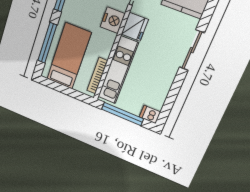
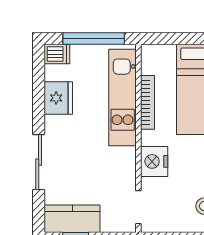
fridge: (135, 27) -> (58, 98), moved, turned 180
bookcase: (97, 76) -> (148, 102), moved

